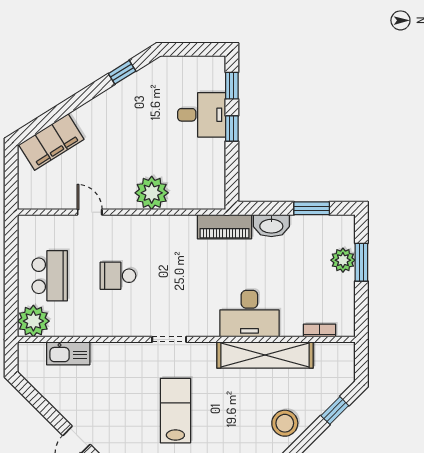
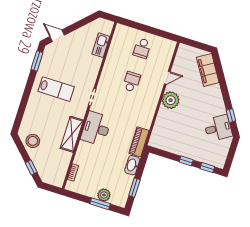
desk: (202, 115) -> (218, 128), moved, turned -122
plant: (152, 193) -> (171, 100), moved
school desk: (50, 276) -> (142, 48), width x0.54
desk: (249, 314) -> (96, 129), moved
plant: (33, 321) -> (122, 33), removed
shelving: (265, 355) -> (72, 134), width x0.68

